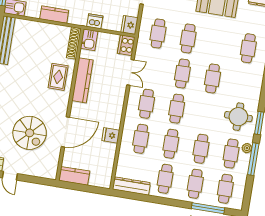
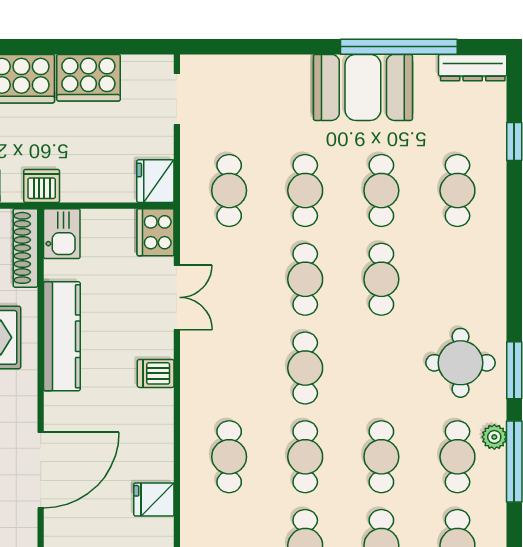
dishwasher: (95, 21) -> (42, 186), moved
dishwasher: (117, 101) -> (156, 373), added
cafe table: (147, 104) -> (381, 191), moved
fridge: (111, 135) -> (154, 500), moved

